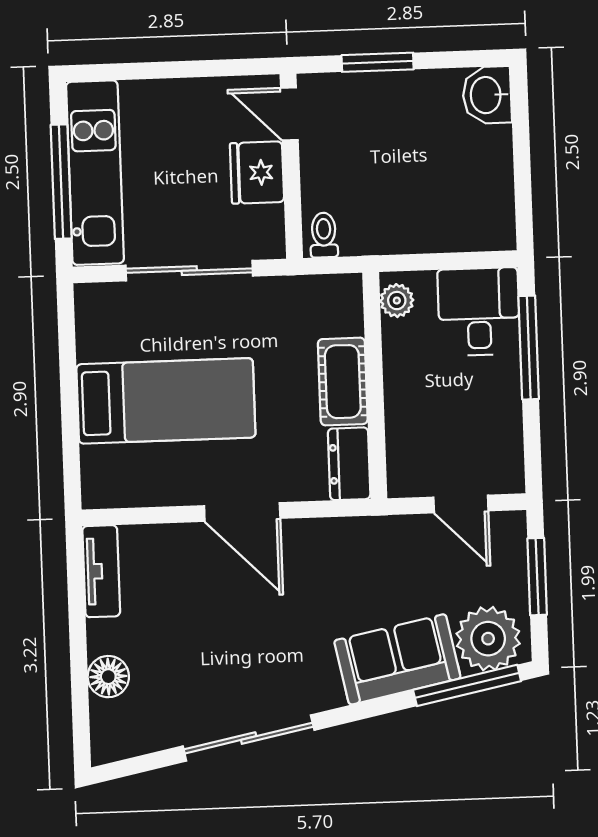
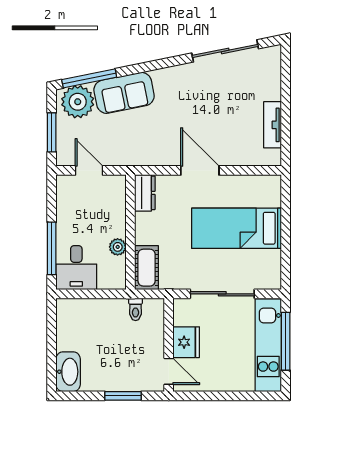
washbasin: (487, 95) -> (68, 372), width x1.38
toilet: (324, 235) -> (136, 309), moved
plant: (397, 301) -> (118, 247), moved
cot: (343, 382) -> (147, 268), moved
tv unit: (101, 571) -> (272, 125), moved
floor lamp: (108, 677) -> (271, 90), removed
sliding door: (249, 738) -> (225, 51), moved

